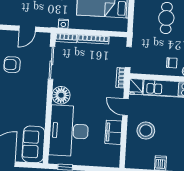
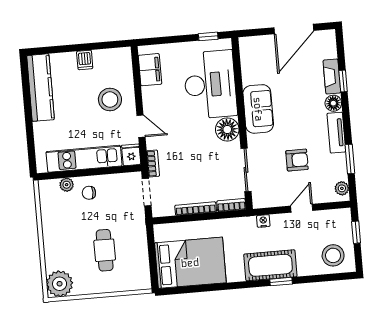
nightstand: (63, 24) -> (263, 221), moved
door: (27, 29) -> (302, 208), moved
filing cabinet: (113, 132) -> (150, 70), moved
sofa: (33, 144) -> (258, 109), moved

